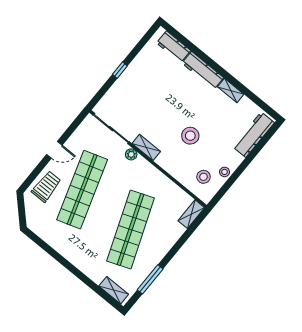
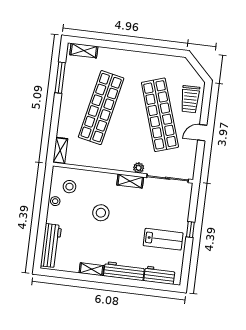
lab bench: (150, 77) -> (163, 239), added
shop shelf: (131, 229) -> (101, 108), turned 33

